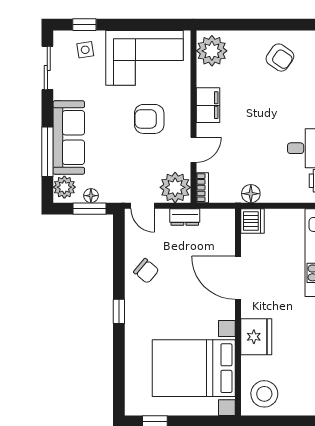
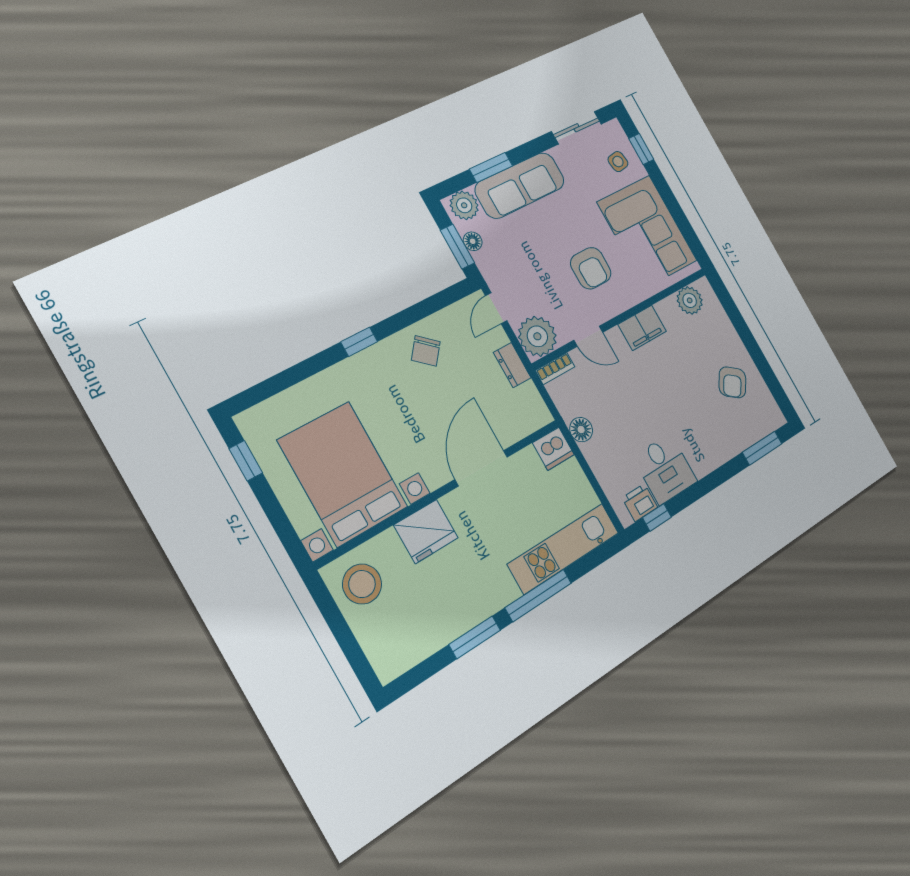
plant: (212, 51) -> (690, 300), width x0.73, depth x0.73
armchair: (149, 119) -> (591, 268), turned 180
window: (47, 152) -> (491, 167), width x0.69

